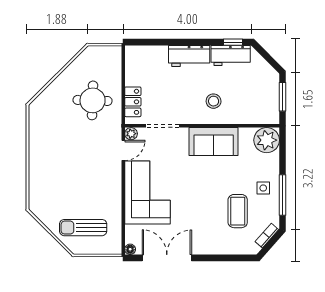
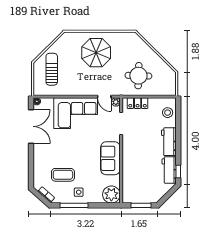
stool: (214, 101) -> (168, 113), moved
parasol: (59, 162) -> (96, 53), added

